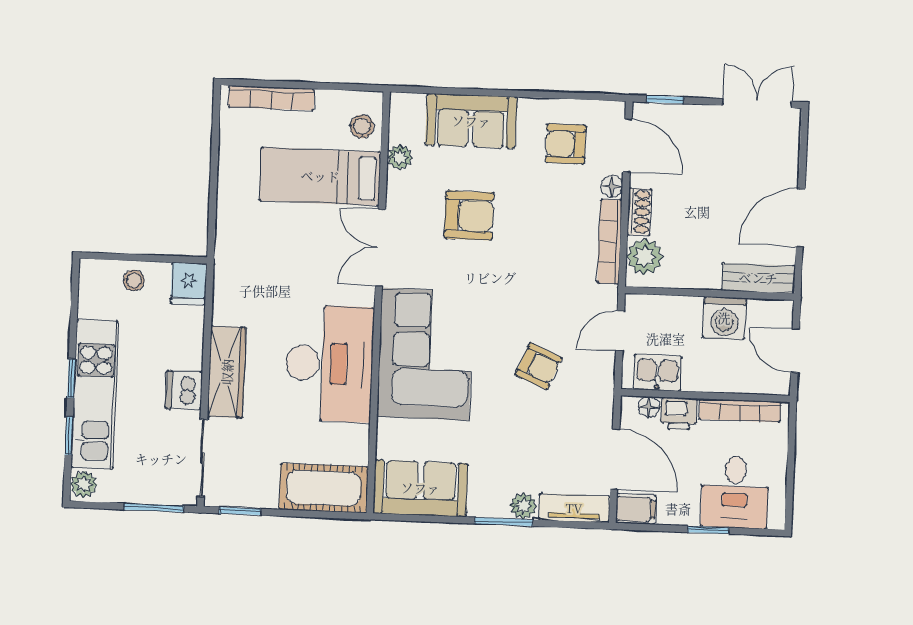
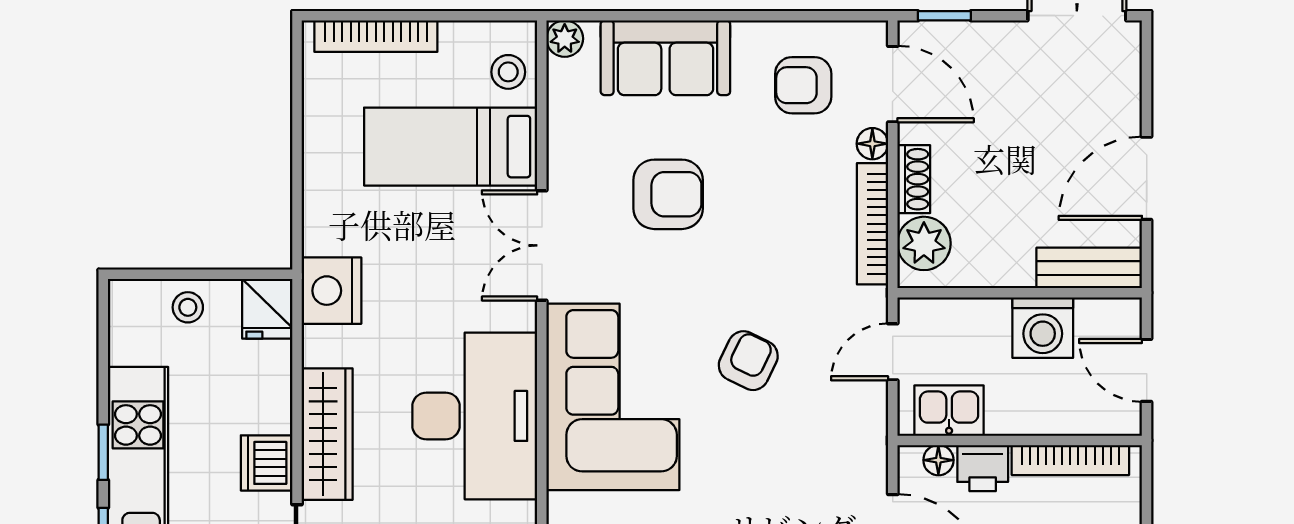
plant: (400, 157) -> (565, 39), moved
nightstand: (234, 273) -> (331, 291), added
armchair: (539, 366) -> (748, 361), moved, turned -87

